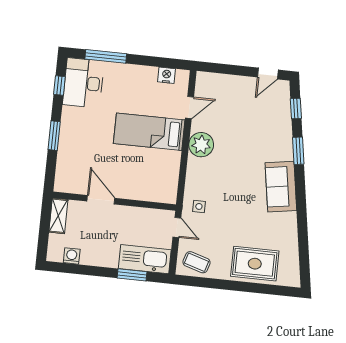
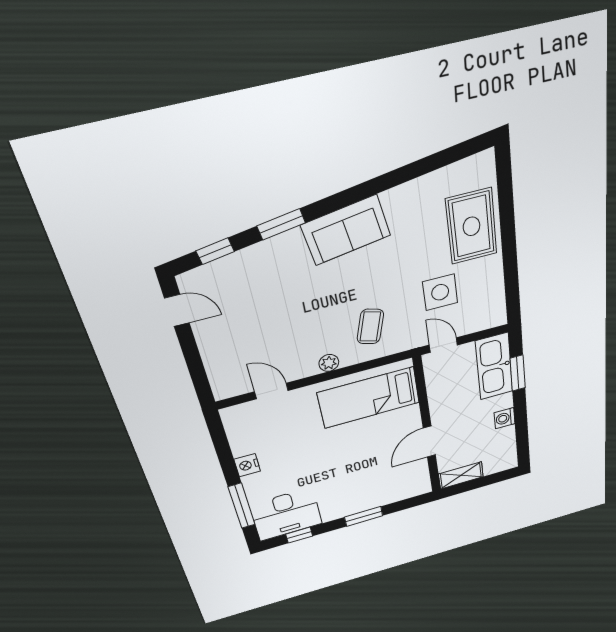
nightstand: (167, 75) -> (247, 465), moved
bed: (149, 132) -> (369, 398), moved, turned 90
plant: (201, 145) -> (329, 363), width x0.53, depth x0.53
side table: (199, 206) -> (440, 292), moved, width x1.87, depth x1.87
door: (177, 227) -> (443, 345), hinge flipped
washing machine: (72, 256) -> (505, 418), moved
coffee table: (197, 262) -> (370, 327), moved

